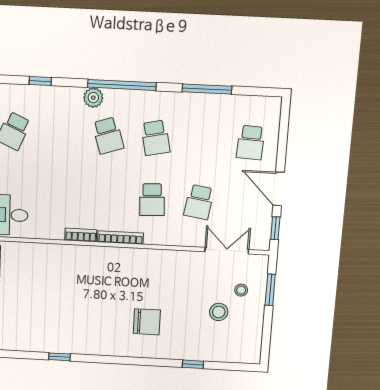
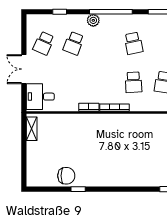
school desk: (108, 136) -> (74, 43), moved, turned 39
chair: (147, 322) -> (66, 176), moved

